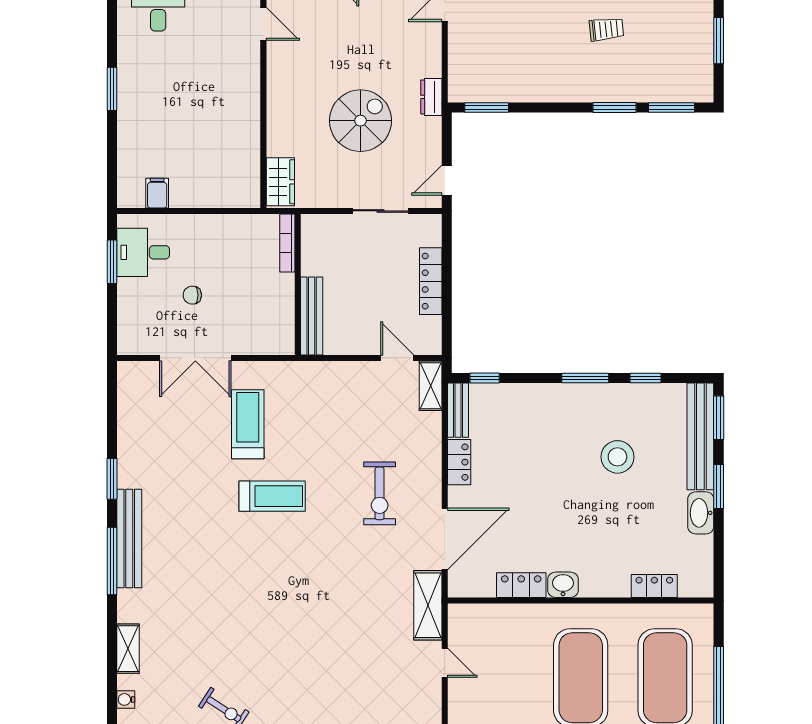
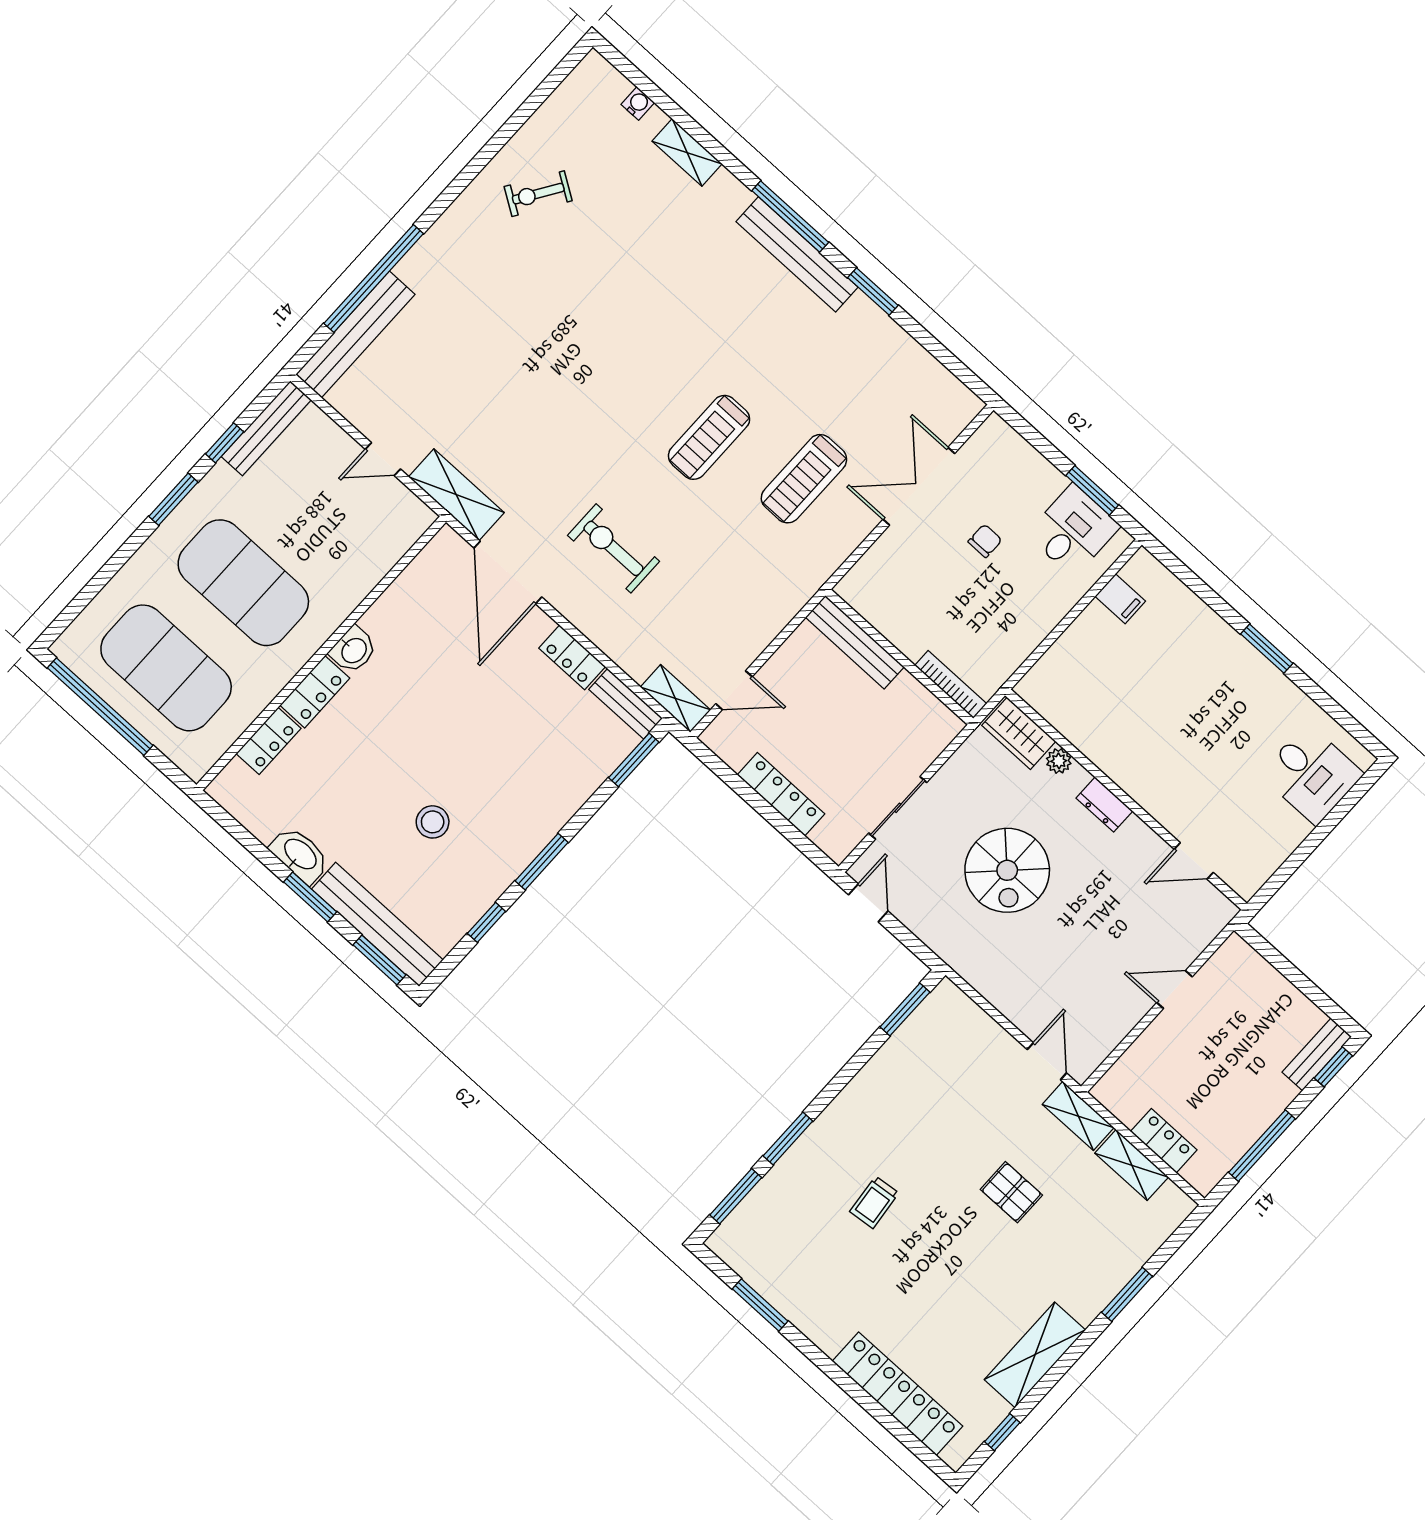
dresser: (431, 97) -> (1104, 805), moved, turned 180
plant: (276, 147) -> (1059, 761), added
window: (485, 378) -> (634, 760), width x1.50
treadmill: (248, 424) -> (804, 479), turned 90
stool: (617, 457) -> (433, 822), width x0.73, depth x0.73
locker: (521, 585) -> (315, 692), moved

